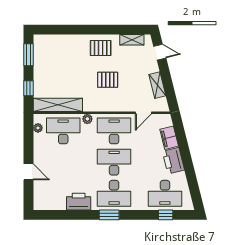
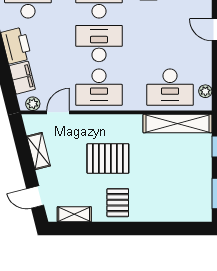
pallet: (101, 48) -> (118, 203), turned 90
pallet: (108, 80) -> (108, 158), width x1.50, depth x1.42
plant: (87, 119) -> (33, 104), moved
desk: (114, 162) -> (99, 44), turned 180

